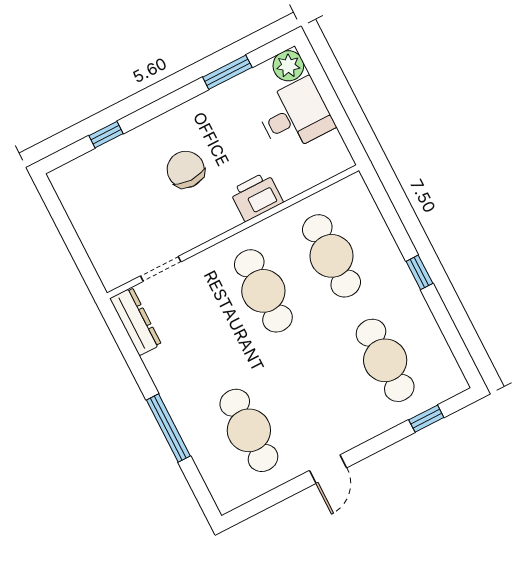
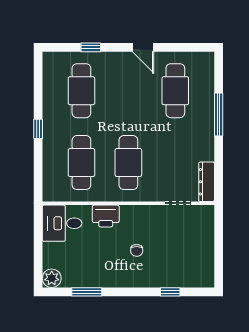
desk: (295, 115) -> (62, 223), moved
chair: (186, 170) -> (137, 250), width x0.54, depth x0.54
window: (426, 419) -> (91, 47), moved
door: (328, 469) -> (143, 47), swing flipped

